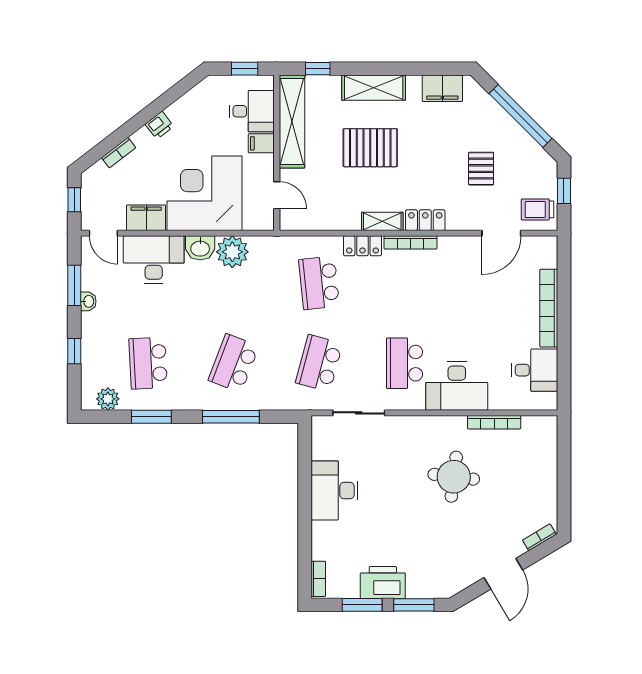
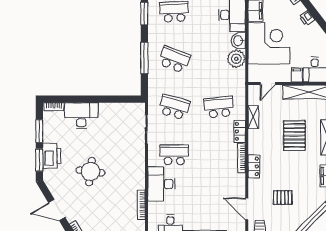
shelving: (382, 221) -> (253, 117), moved
round table: (454, 477) -> (90, 171), moved
desk: (334, 490) -> (81, 116), moved
printer: (383, 582) -> (52, 156), moved

